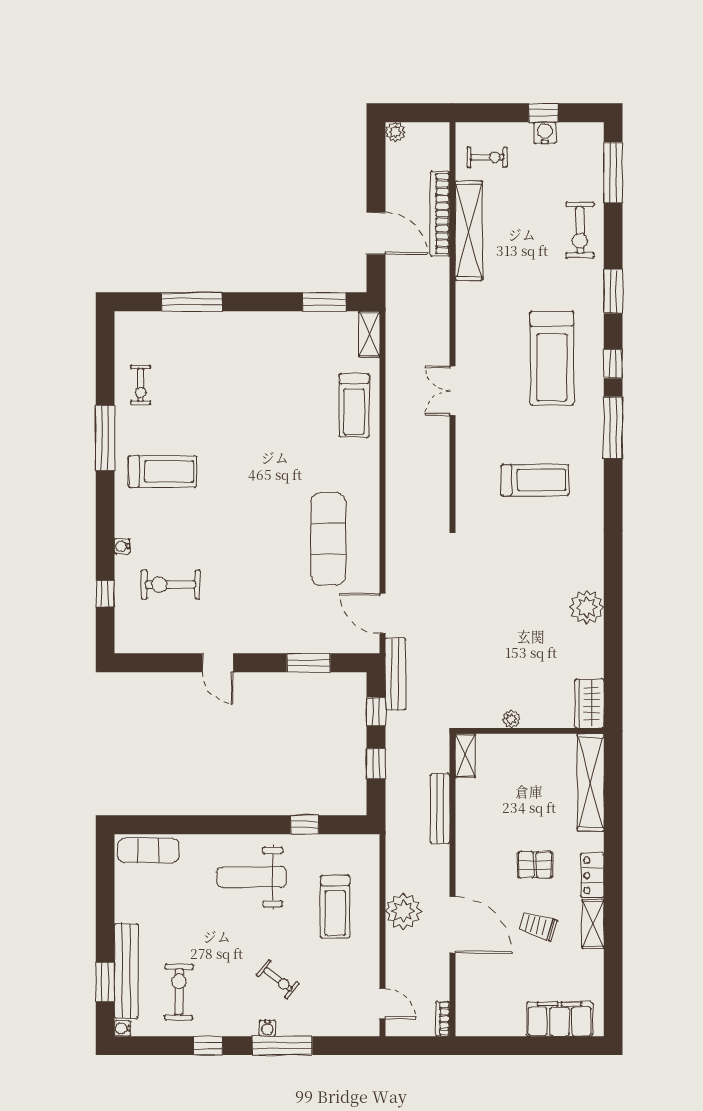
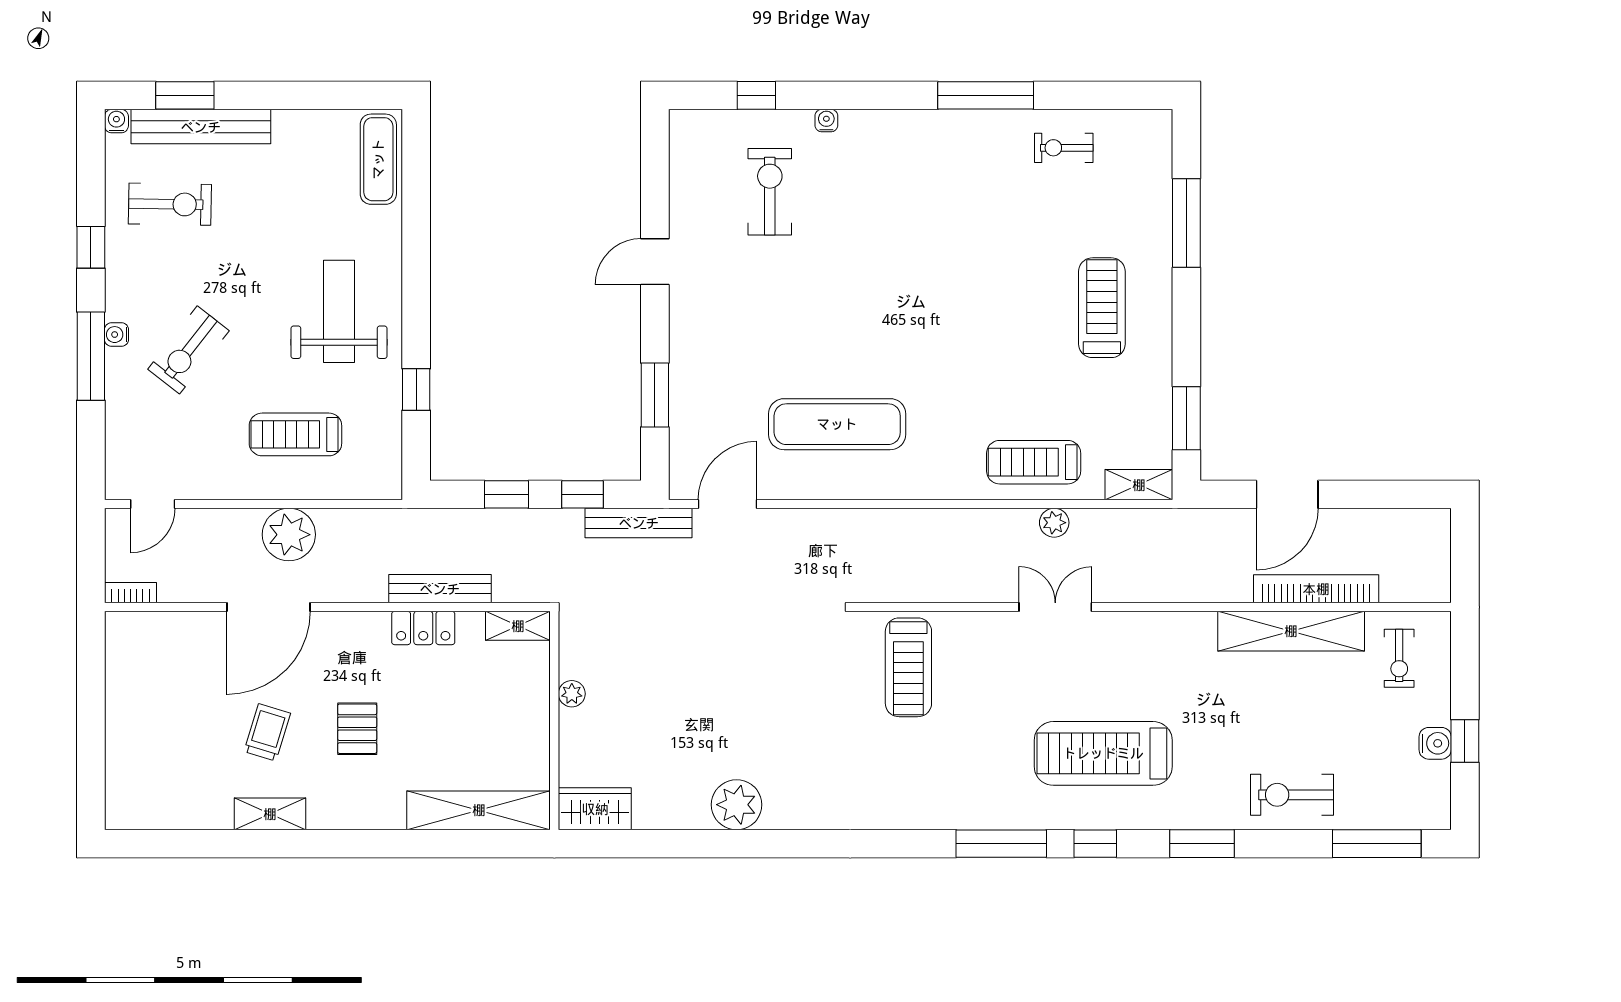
plant: (395, 132) -> (1054, 523), moved
treadmill: (162, 471) -> (1102, 308), moved, turned 180
treadmill: (535, 480) -> (908, 667), moved
locker: (592, 875) -> (423, 628), moved, turned 180
exercise bike: (278, 979) -> (188, 350), width x1.38, depth x1.39
filing cabinet: (560, 1019) -> (130, 765), removed

